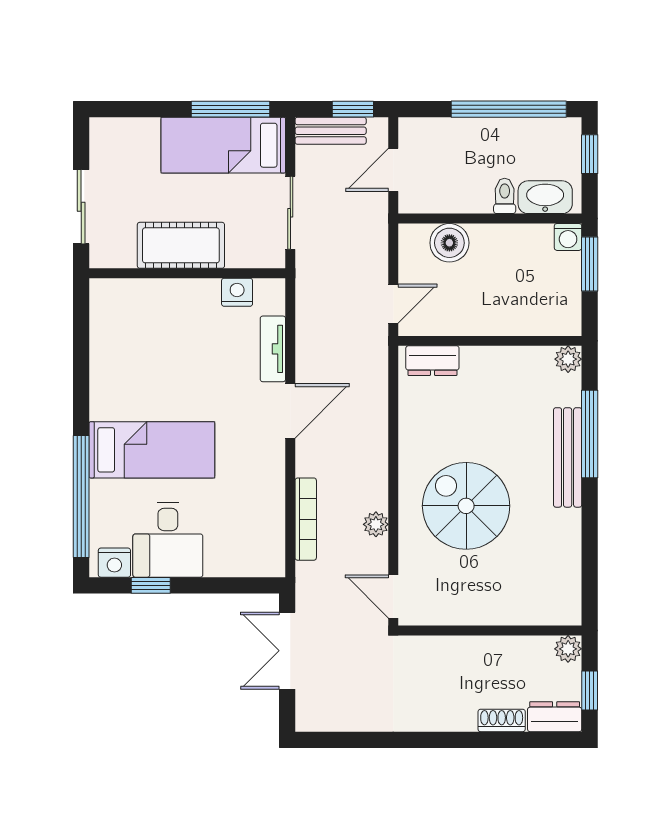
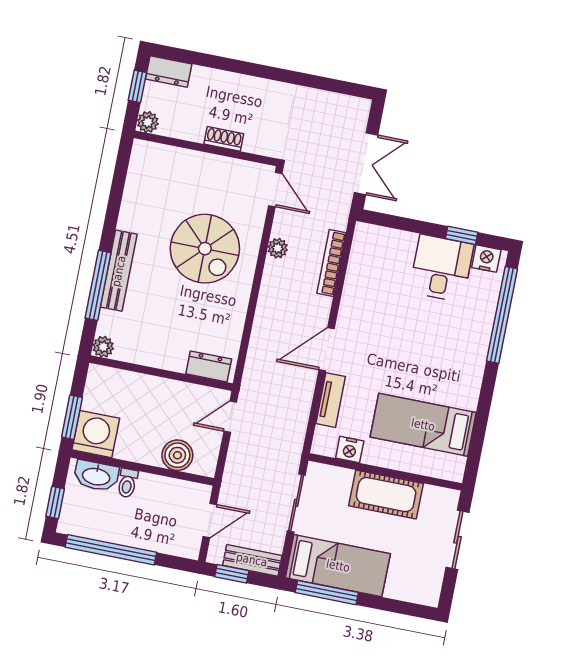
washing machine: (568, 237) -> (96, 434), width x1.89, depth x1.89
bed: (152, 450) -> (423, 425), moved
shoe rack: (502, 720) -> (224, 139), moved, turned 180

